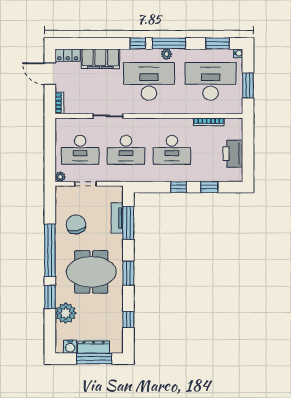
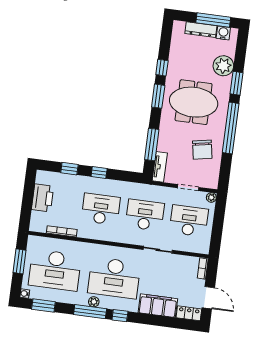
tv unit: (117, 218) -> (160, 167), moved
window: (128, 320) -> (162, 68), moved
window: (94, 359) -> (213, 20), moved

